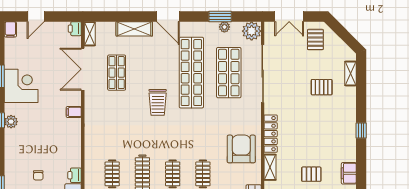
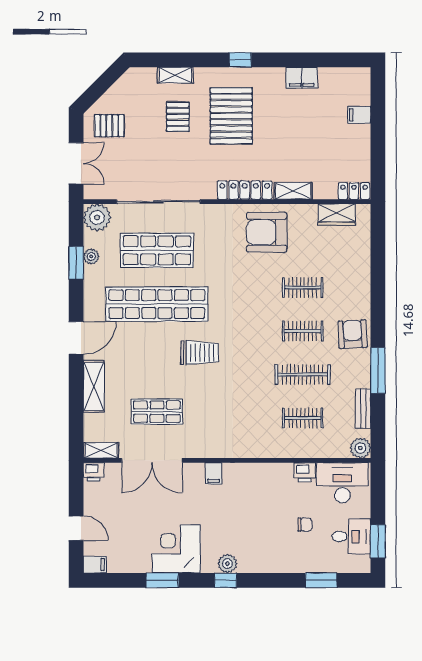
shelving: (351, 73) -> (175, 75), moved
pallet: (311, 174) -> (231, 116), moved, width x2.05, depth x2.00

